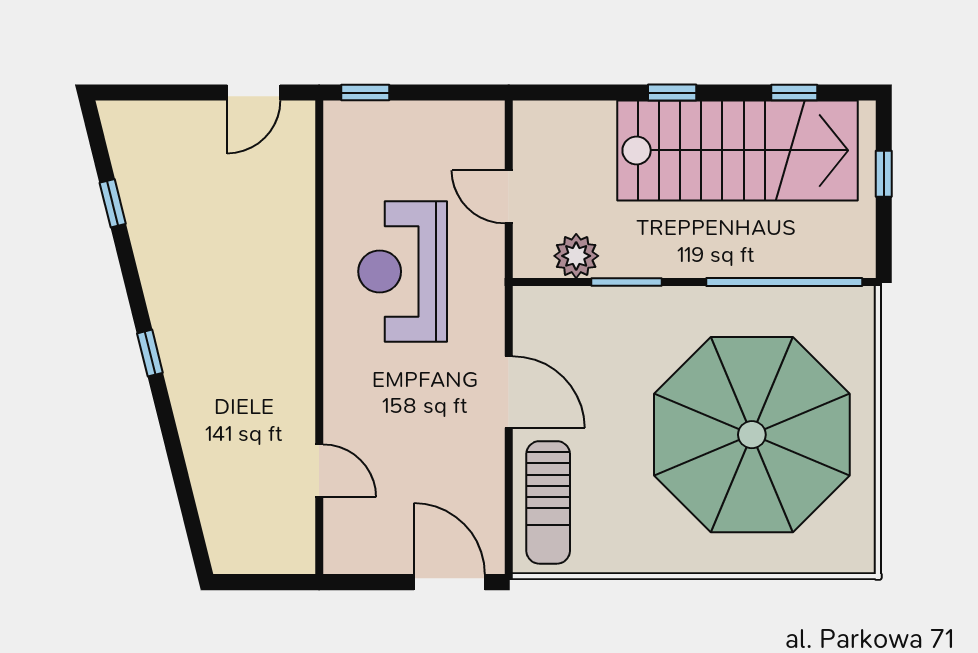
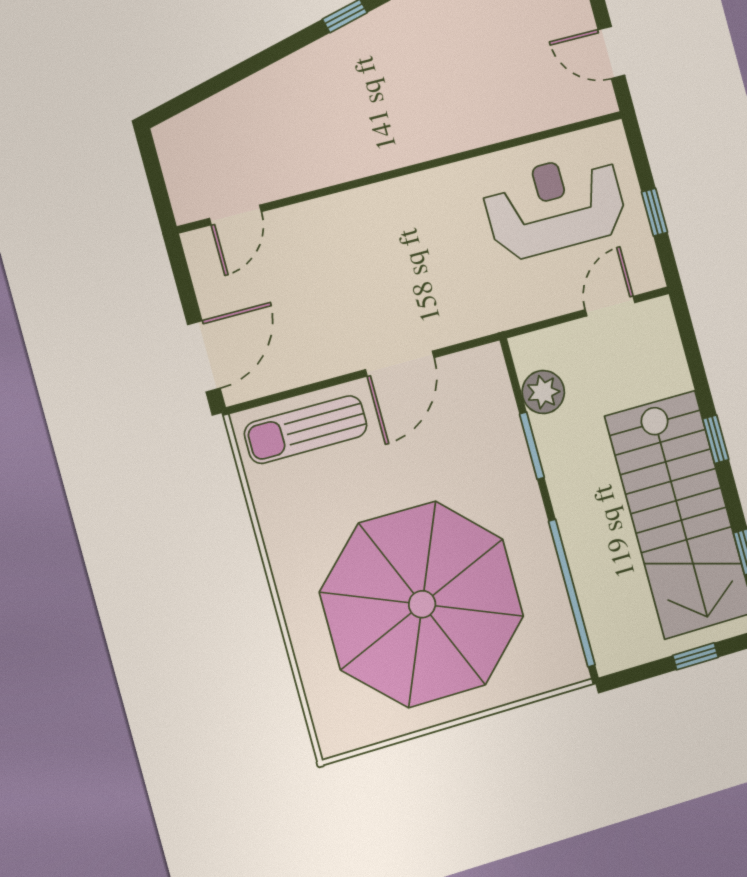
window: (365, 93) -> (654, 212), moved
door: (509, 197) -> (610, 306), moved
reception desk: (403, 271) -> (555, 206), moved
door: (319, 471) -> (235, 215), moved

